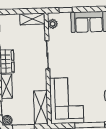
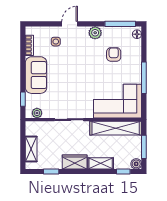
shelving: (32, 19) -> (31, 149), moved
shelving: (41, 107) -> (116, 128), width x1.47

